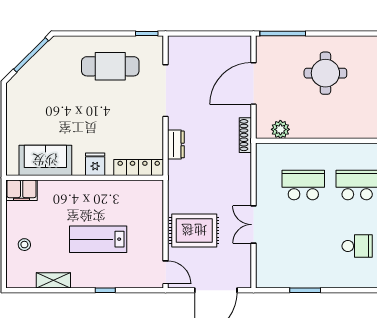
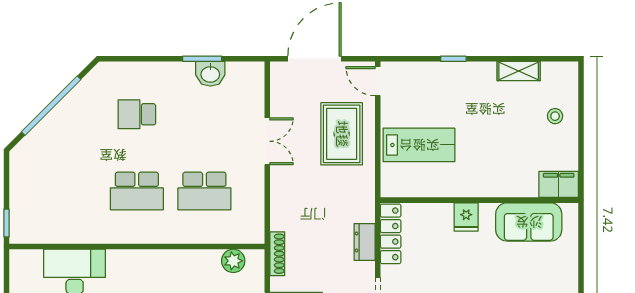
locker: (139, 167) -> (391, 234), moved, turned -90
rug: (194, 230) -> (342, 134), turned 90
lab bench: (98, 239) -> (419, 145), moved
washbasin: (299, 278) -> (210, 74), added

